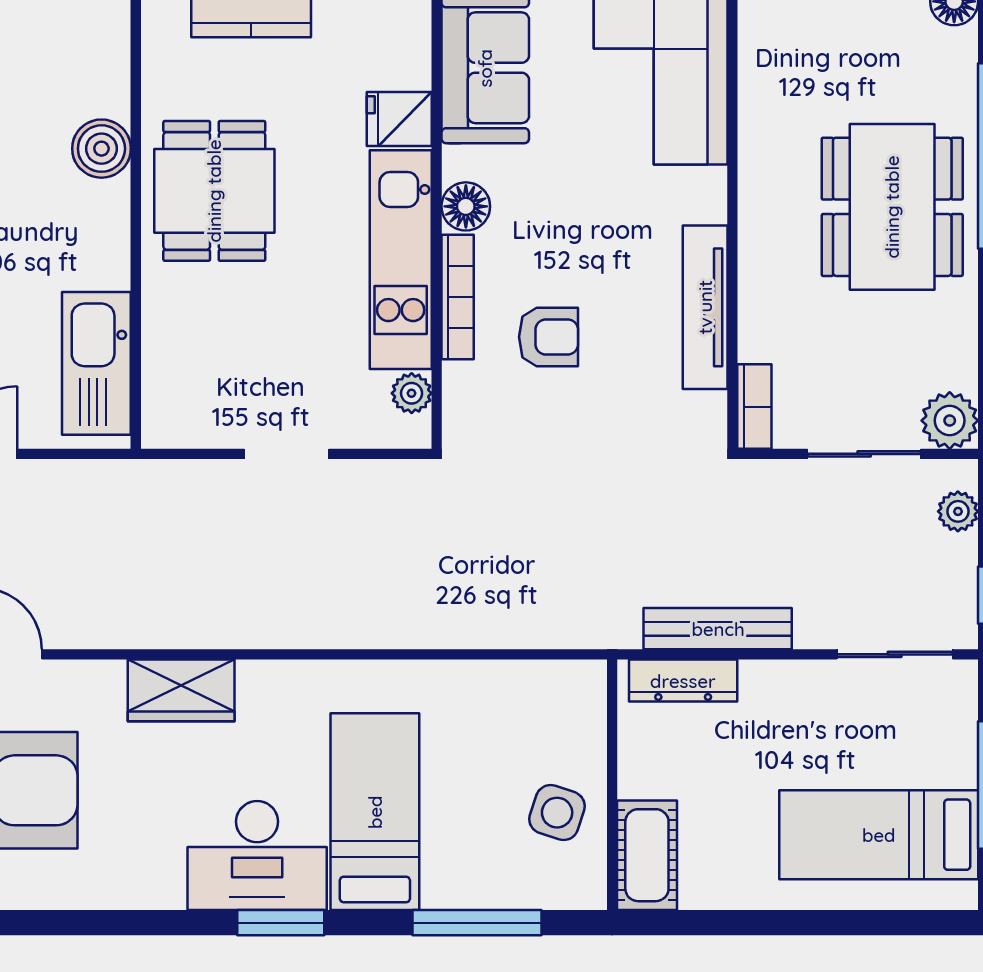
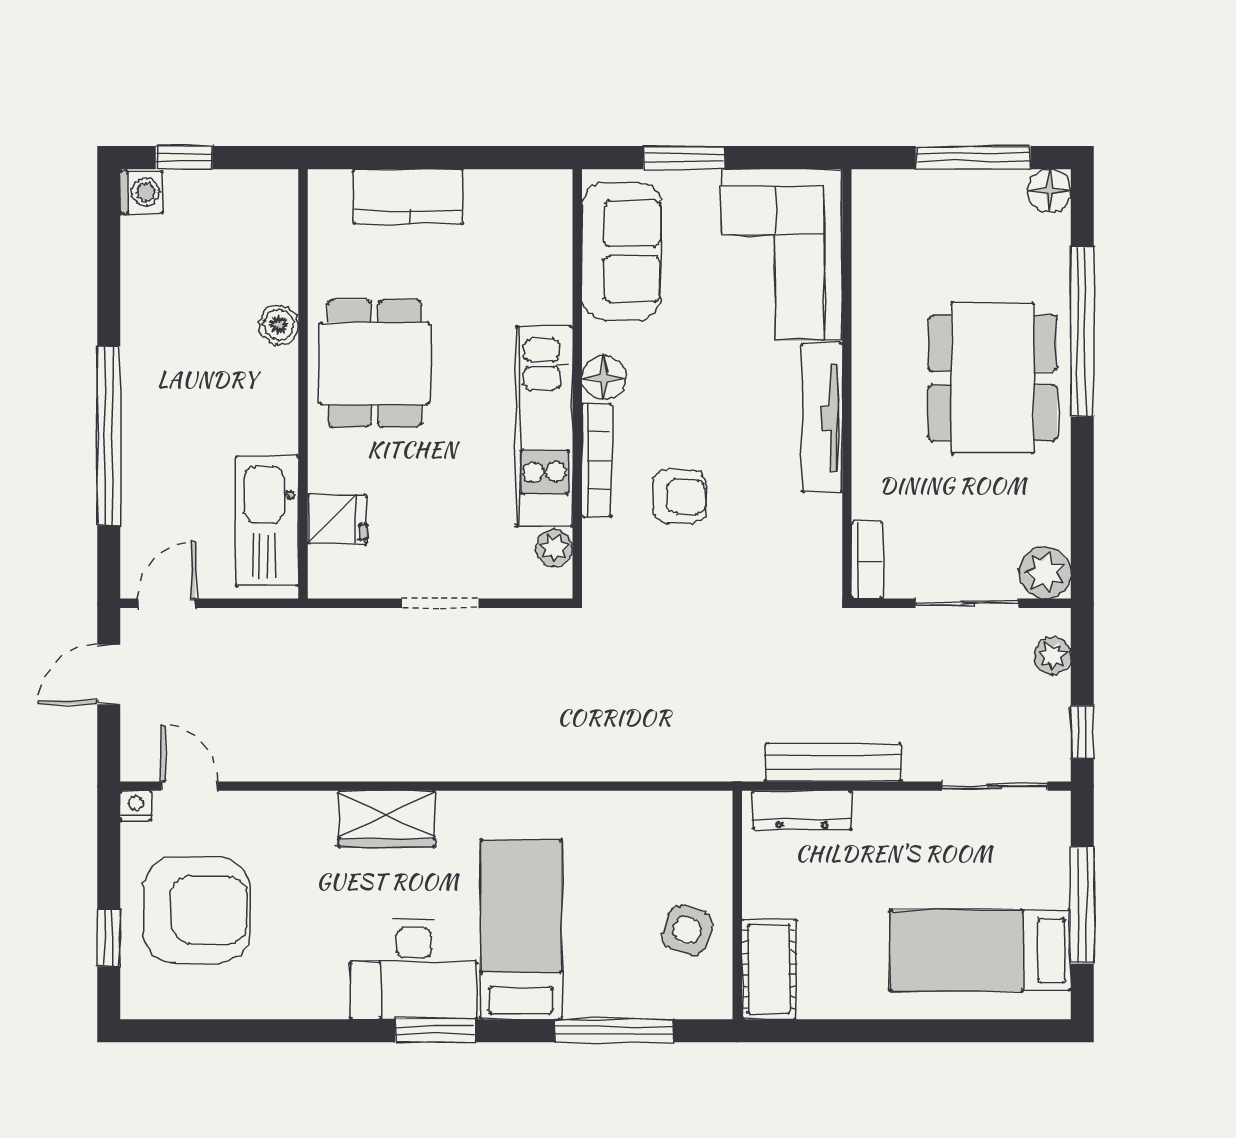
fridge: (399, 119) -> (337, 519), moved, turned 180
boiler: (101, 149) -> (279, 325), width x0.73, depth x0.73
tv unit: (705, 307) -> (822, 418), moved
wardrobe: (181, 690) -> (386, 819), moved

